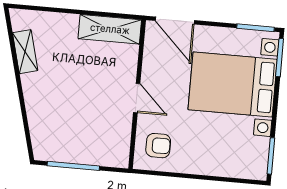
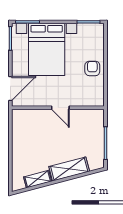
shelving: (110, 29) -> (69, 169), moved, turned 75
door: (137, 98) -> (60, 108), swing flipped
armchair: (158, 146) -> (92, 68), moved

